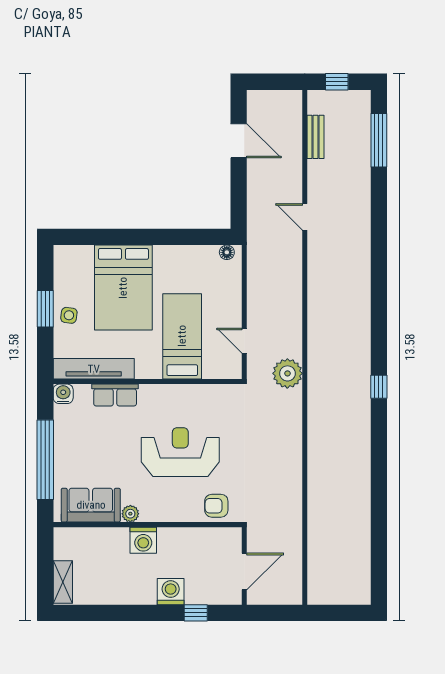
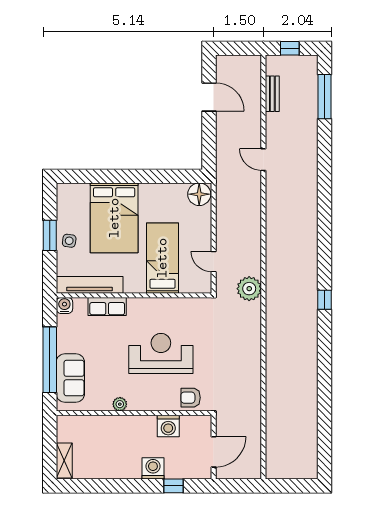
floor lamp: (227, 252) -> (199, 194), width x1.89, depth x1.89
sofa: (91, 505) -> (70, 378), moved, turned 90
washing machine: (143, 540) -> (168, 426), moved

